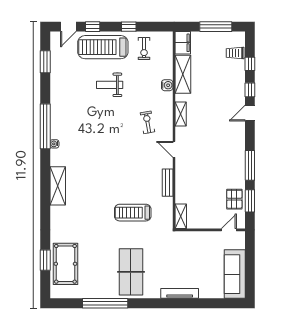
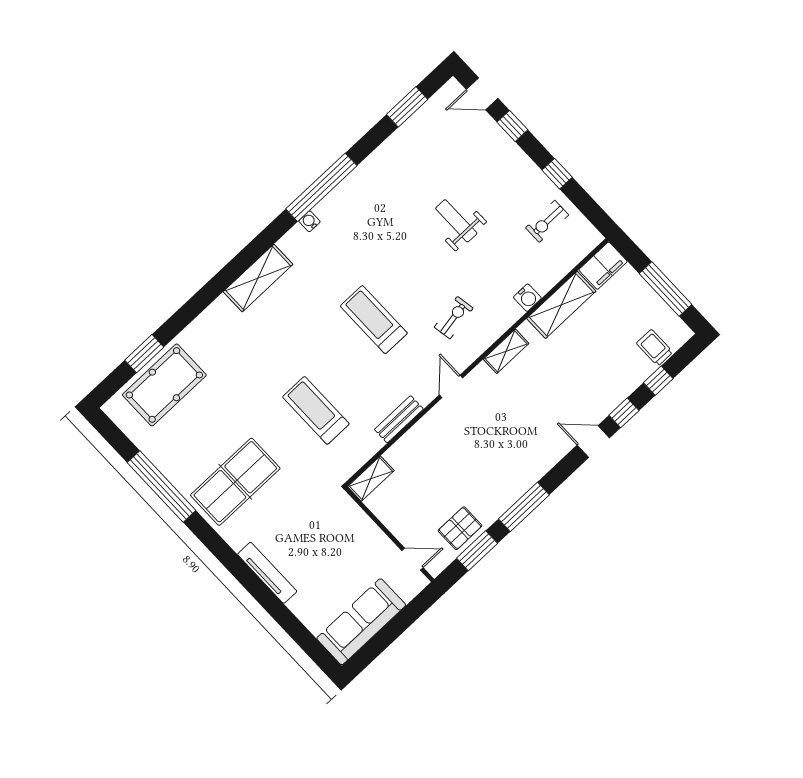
treadmill: (103, 47) -> (374, 320), moved, width x0.73, depth x0.73

